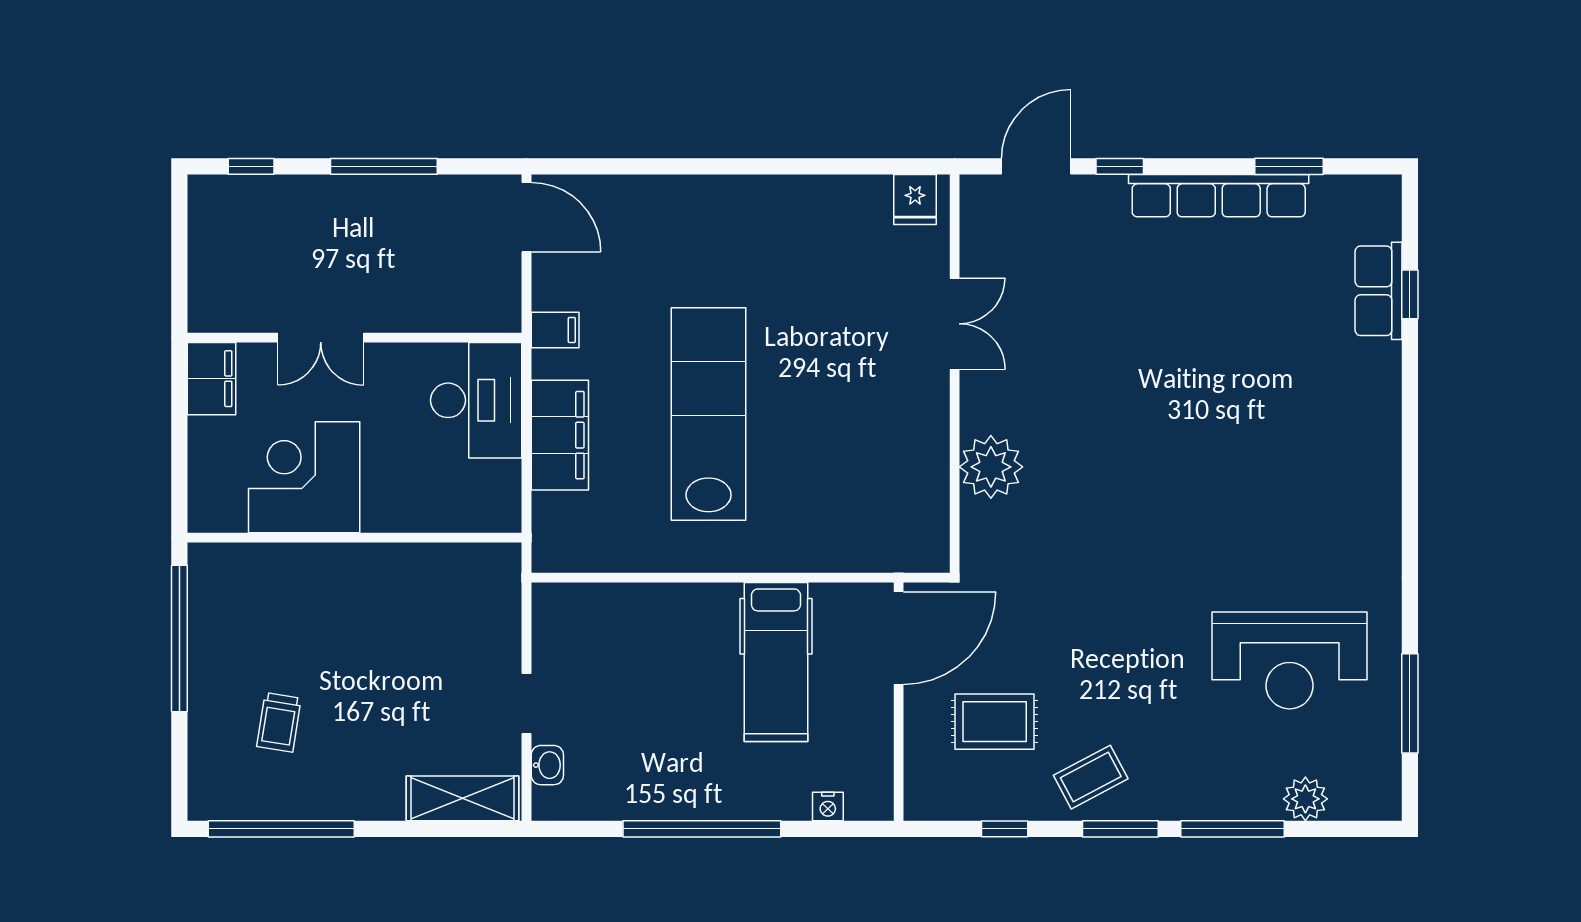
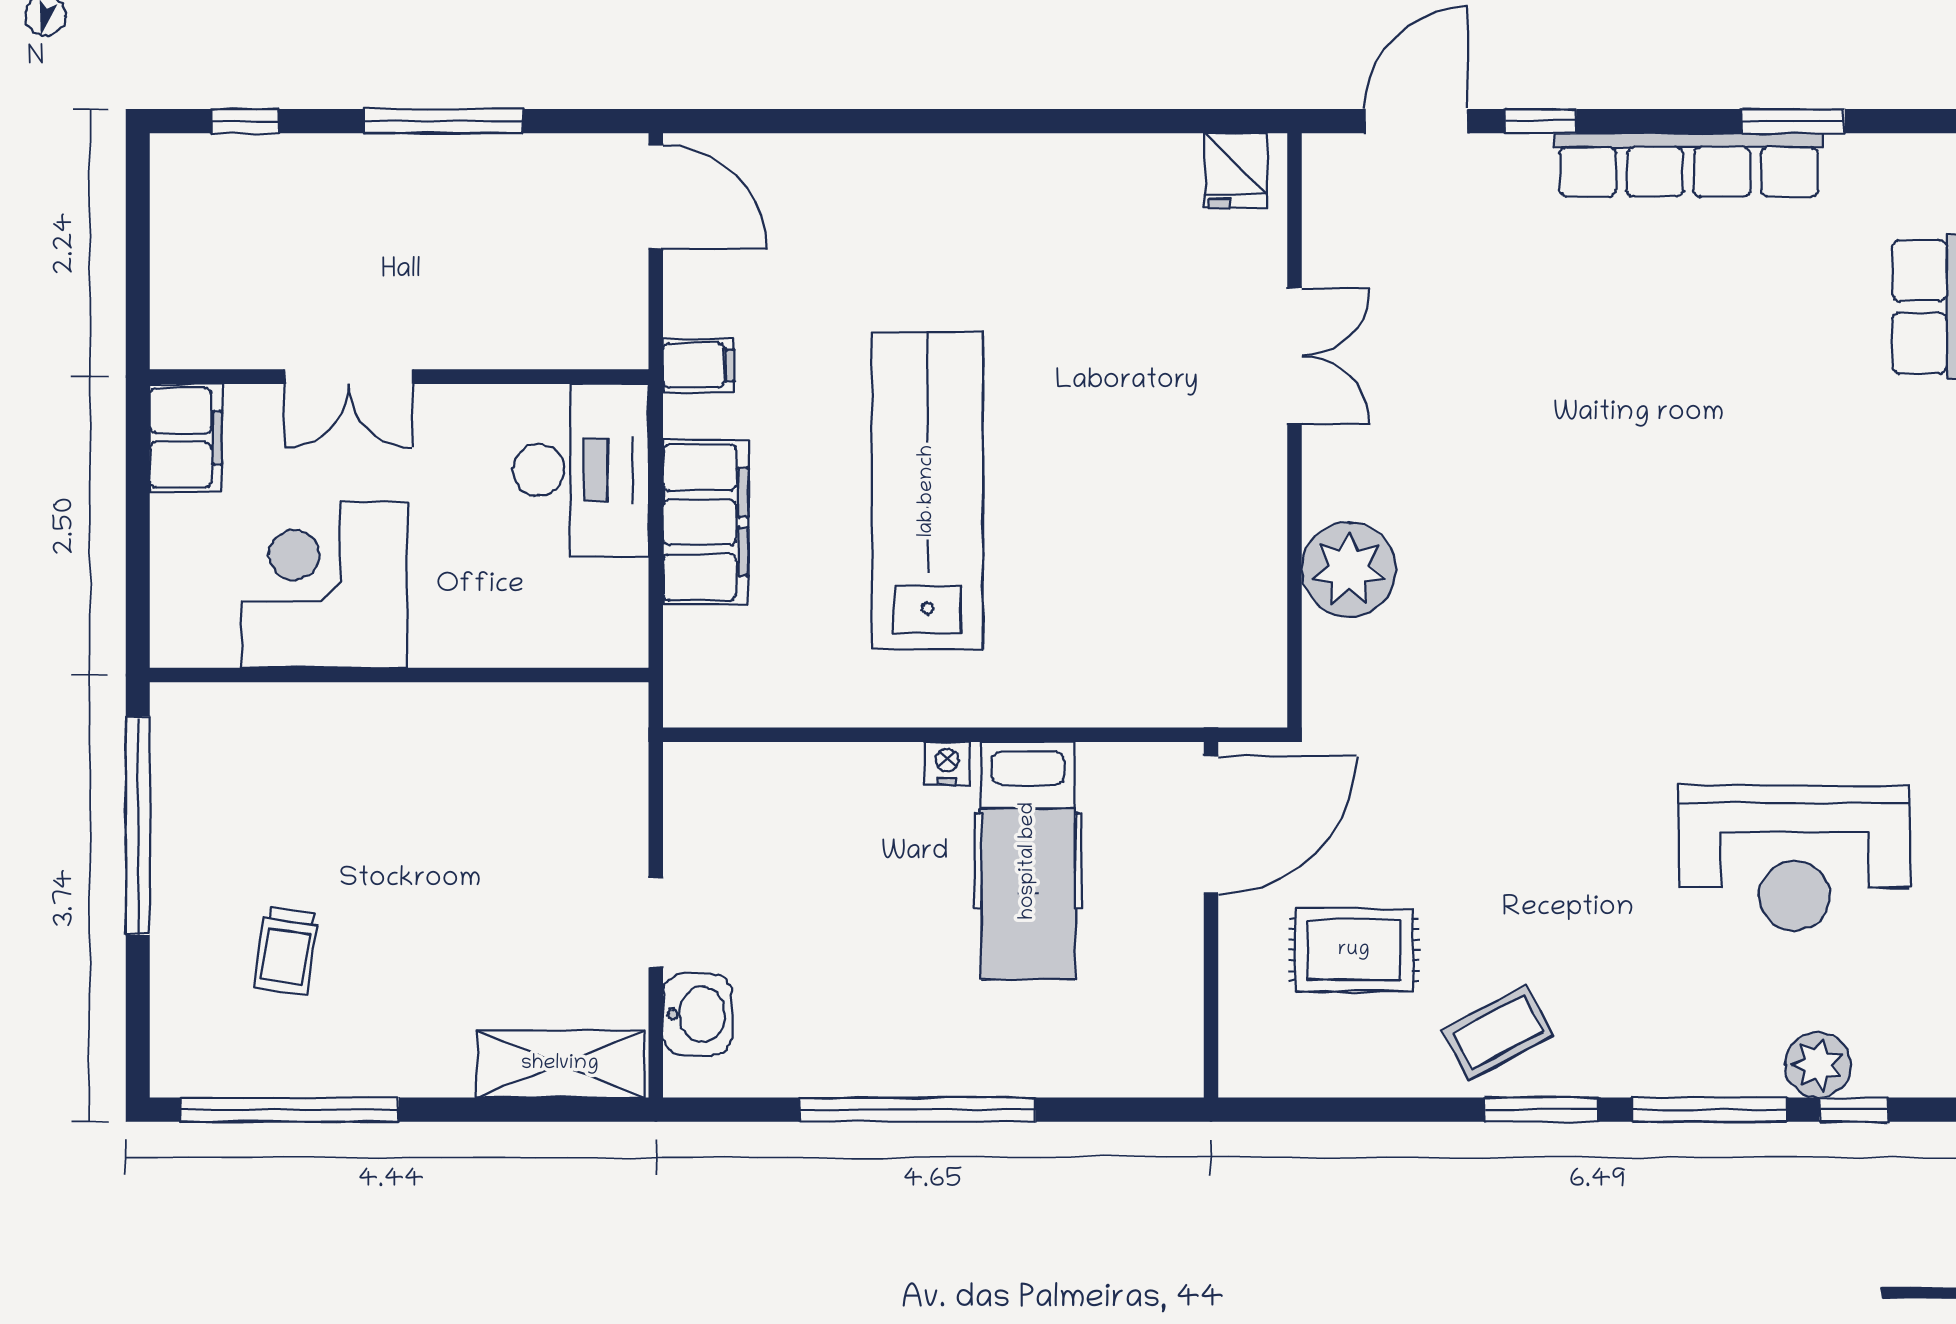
washbasin: (547, 765) -> (698, 1015), width x1.38, depth x1.45
nightstand: (828, 806) -> (947, 763), moved, turned 180
window: (1005, 829) -> (1853, 1110), moved

